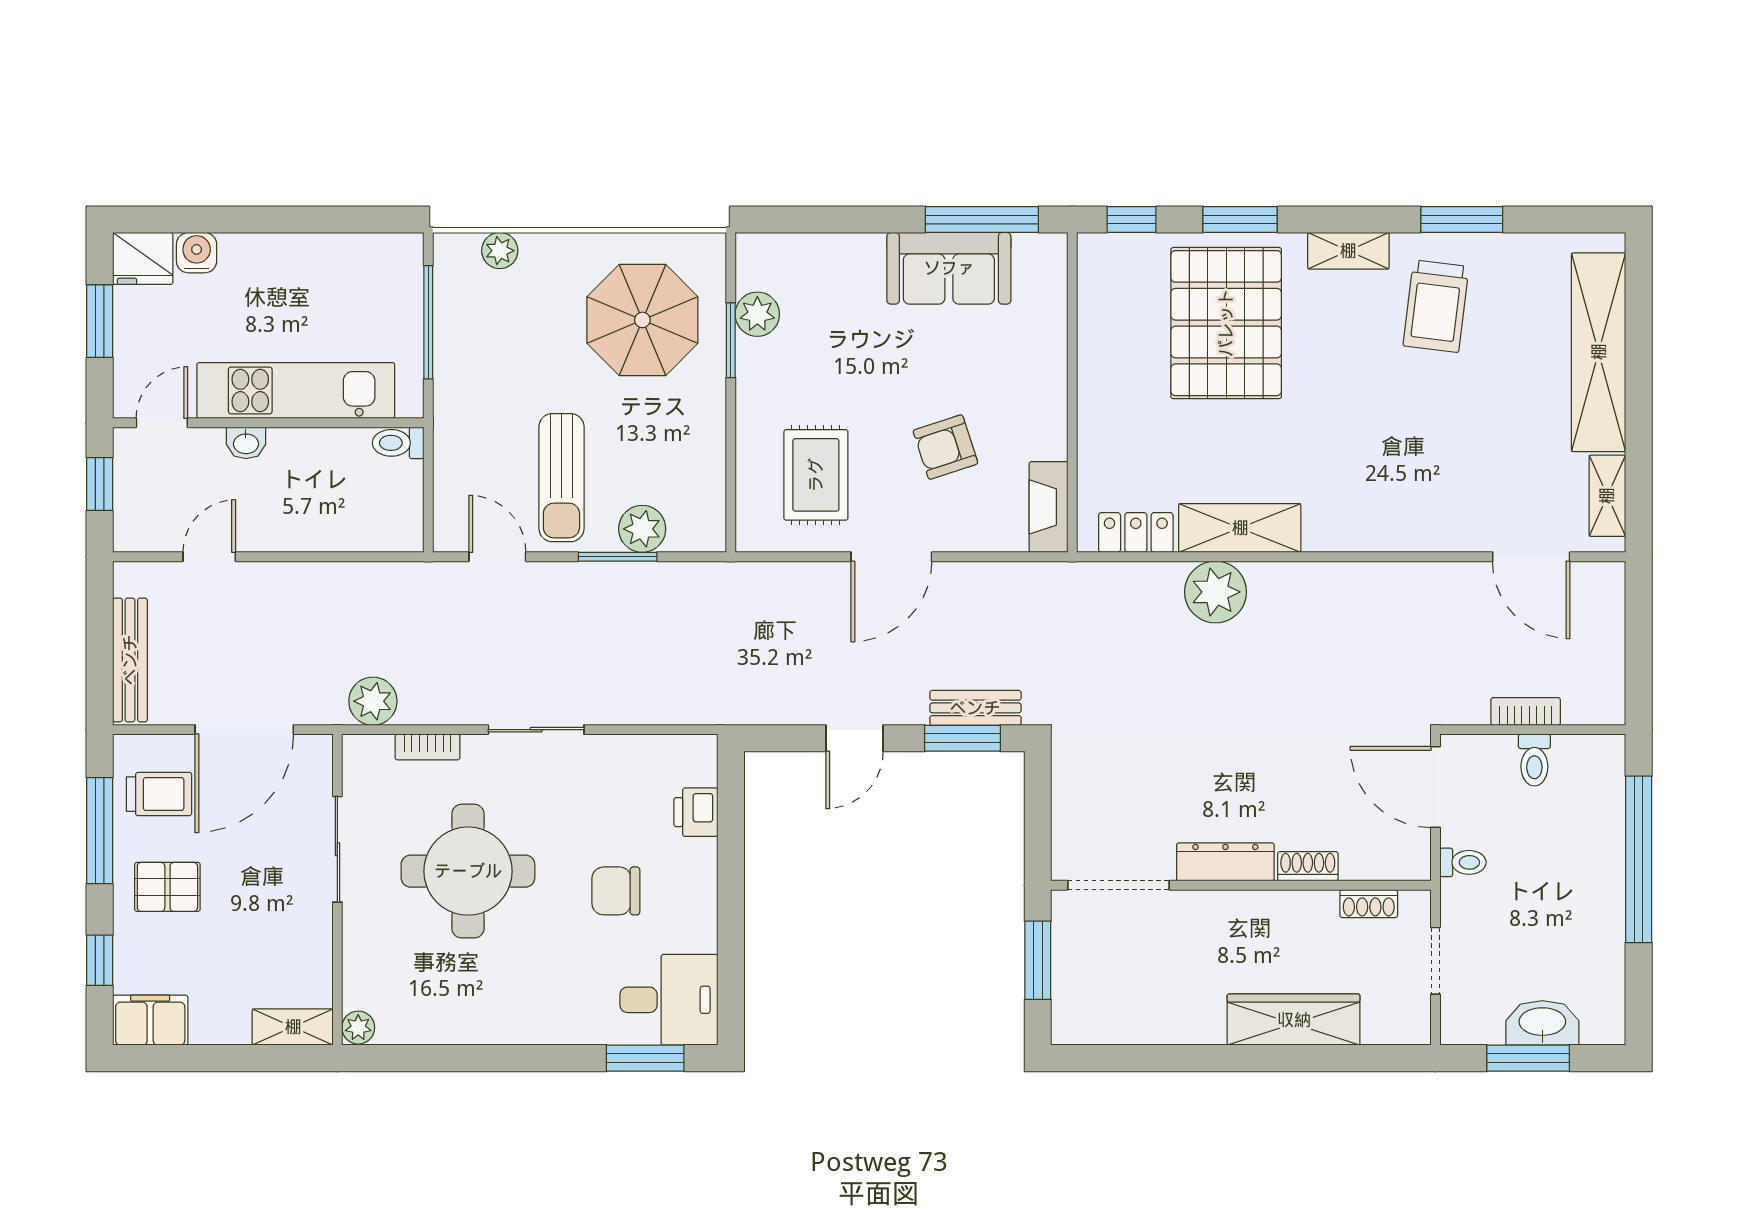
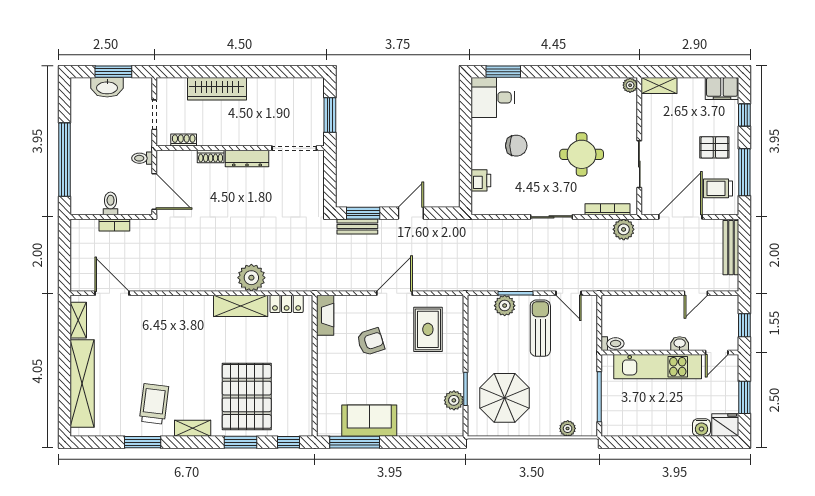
bookcase: (428, 747) -> (608, 209), width x1.56
round table: (468, 871) -> (582, 154), width x0.73, depth x0.73

